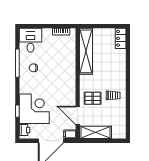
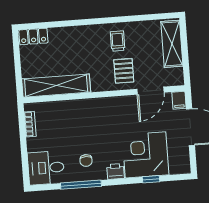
printer: (25, 130) -> (115, 171), moved
shelving: (96, 132) -> (172, 44), moved

